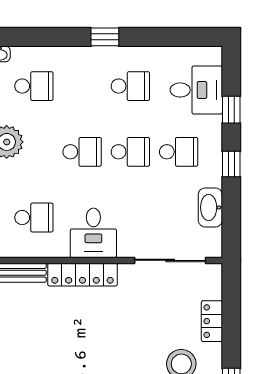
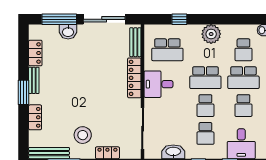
school desk: (82, 86) -> (243, 78), added
school desk: (82, 152) -> (205, 78), width x1.85
school desk: (34, 218) -> (167, 50), width x1.85

